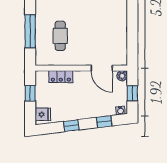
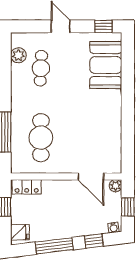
cafe table: (60, 36) -> (41, 138), width x1.37, depth x1.35
locker: (61, 77) -> (27, 187), moved
window: (71, 126) -> (54, 246), width x2.17

